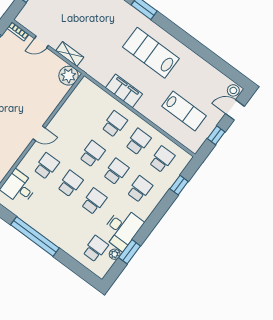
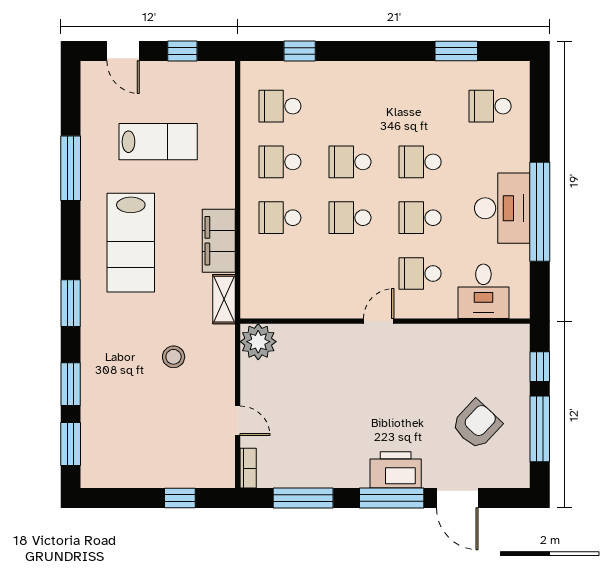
window: (202, 51) -> (71, 168), added
shelving: (70, 54) -> (224, 299), moved
stool: (233, 90) -> (174, 357), moved
lab bench: (184, 111) -> (158, 142), moved, turned 90
door: (39, 133) -> (379, 321), hinge flipped
school desk: (140, 189) -> (350, 106), removed
desk: (122, 229) -> (502, 208), moved, turned 90
plant: (115, 254) -> (477, 71), removed

